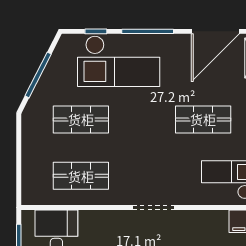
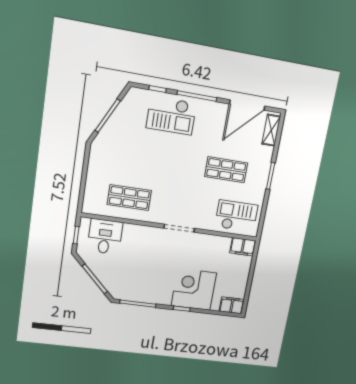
checkout: (119, 61) -> (171, 115), width x0.73, depth x0.83
shop shelf: (81, 119) -> (136, 155), removed

